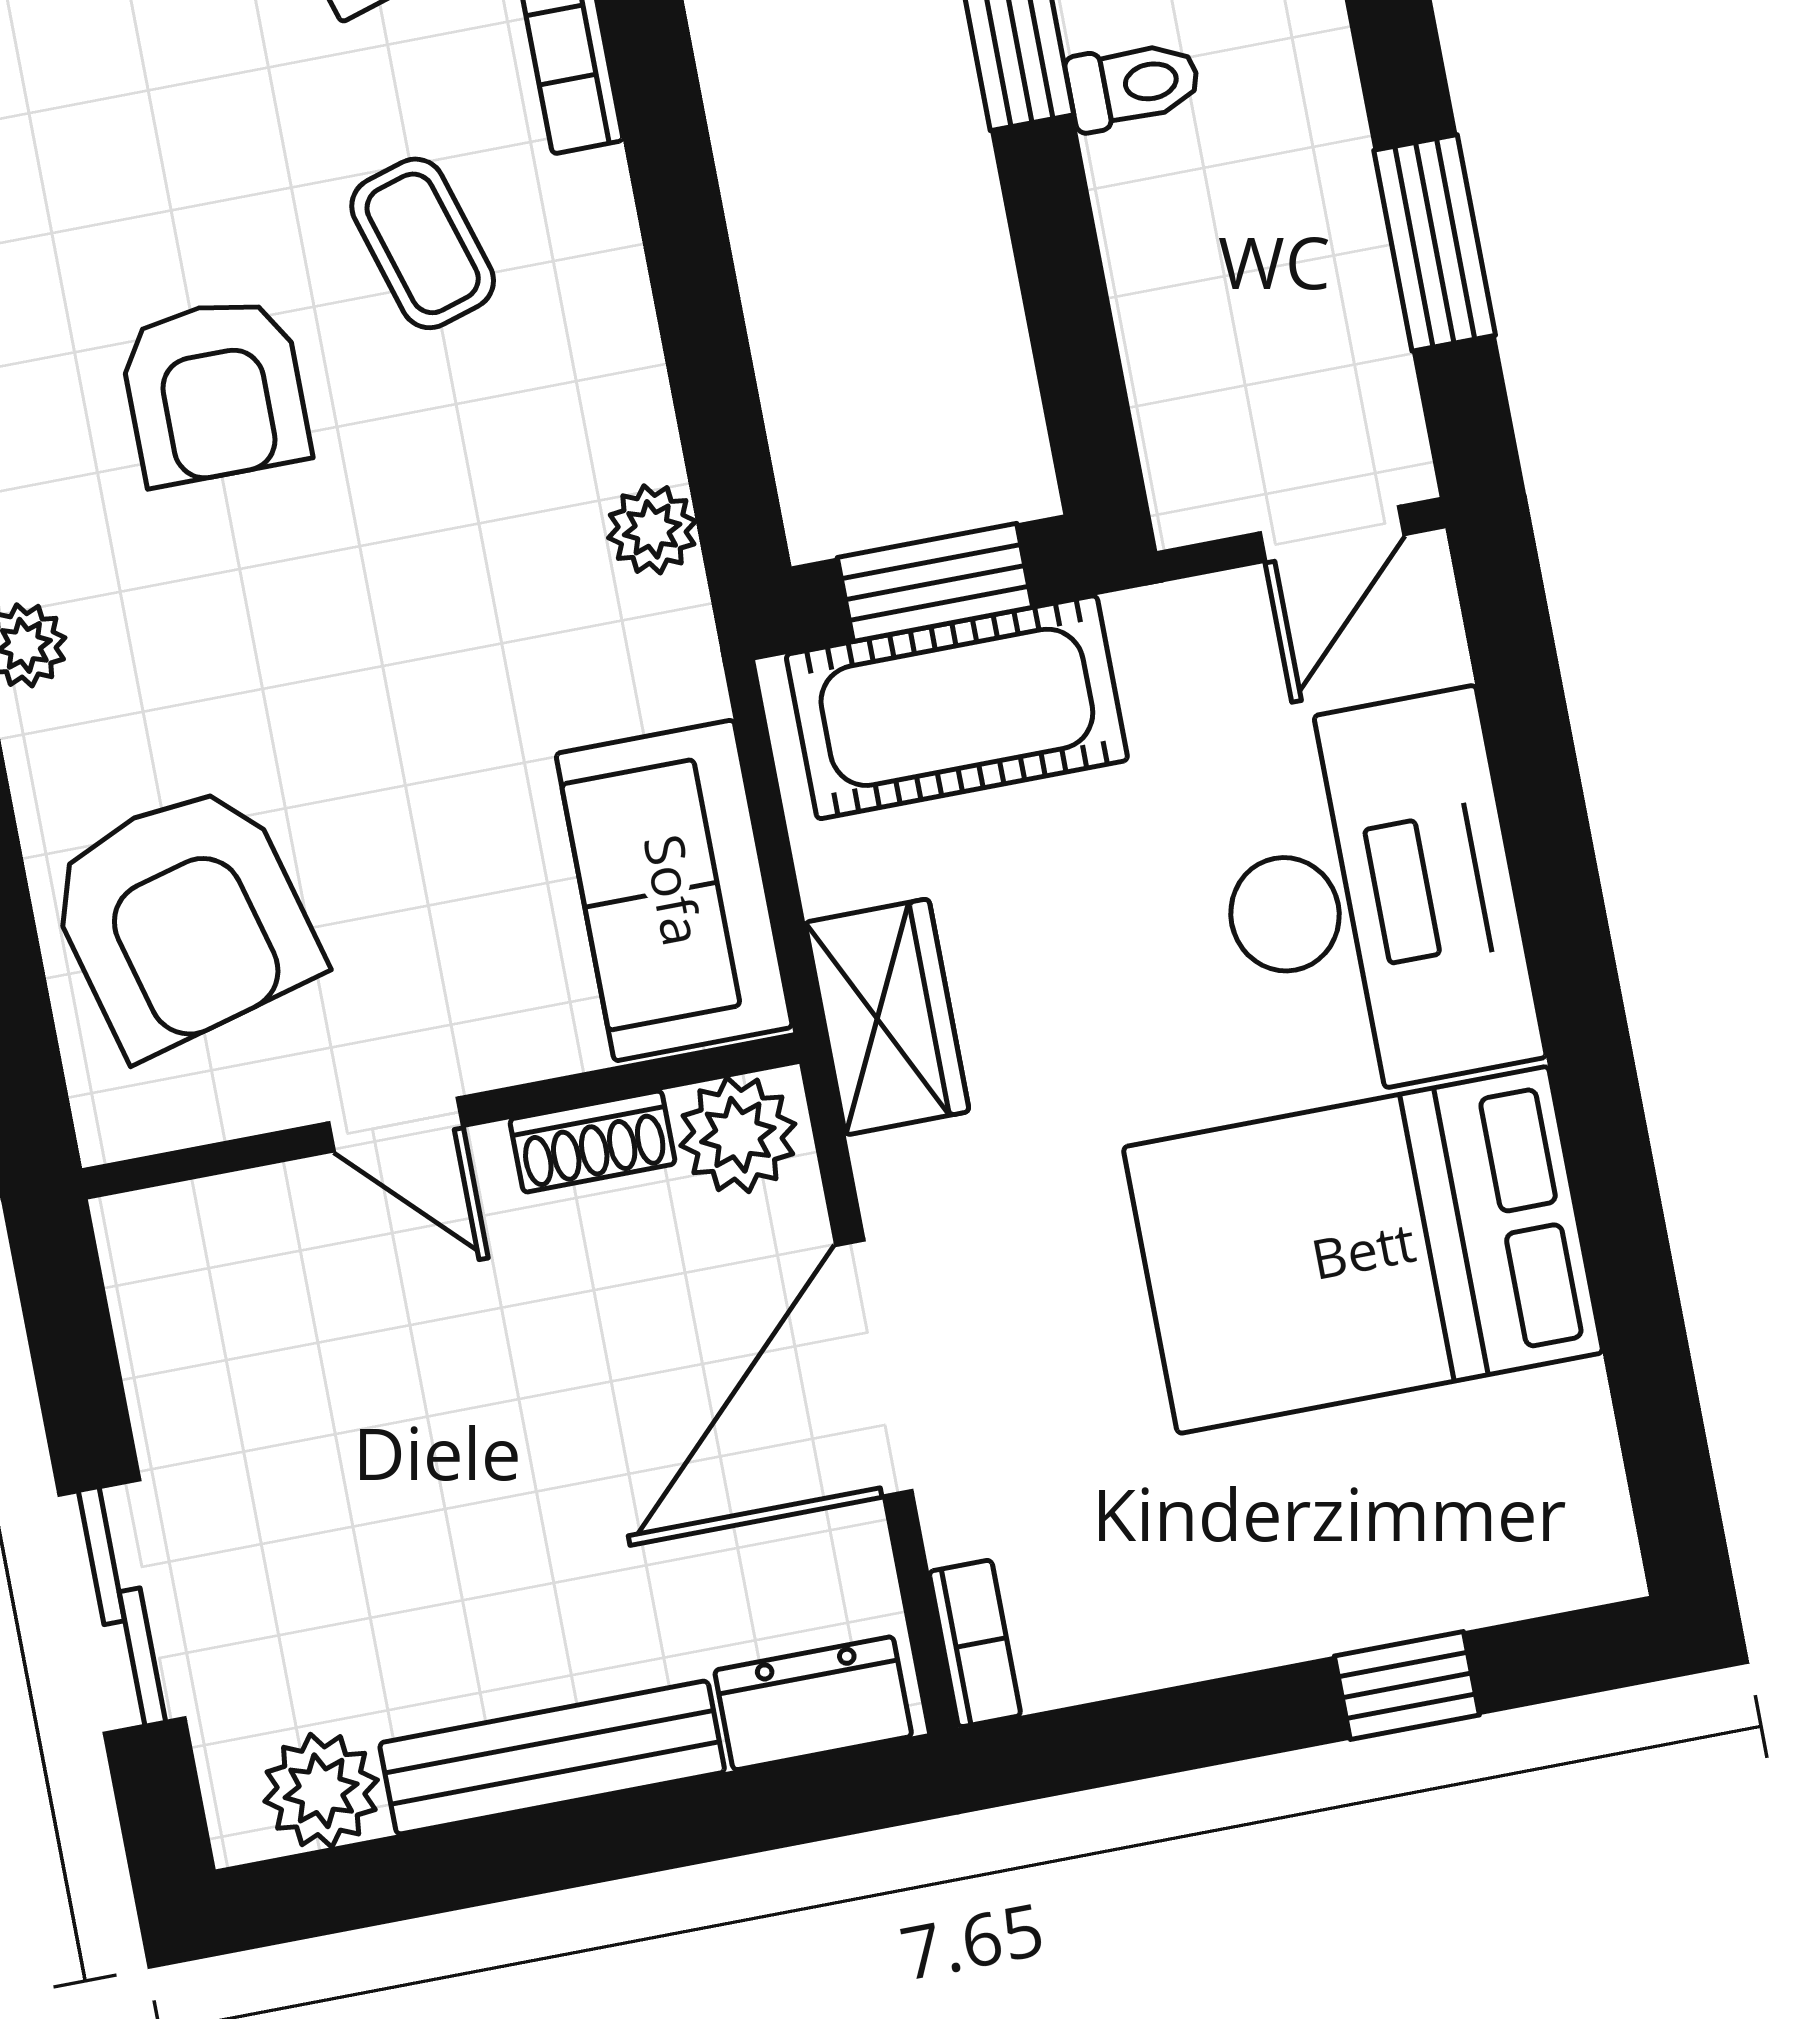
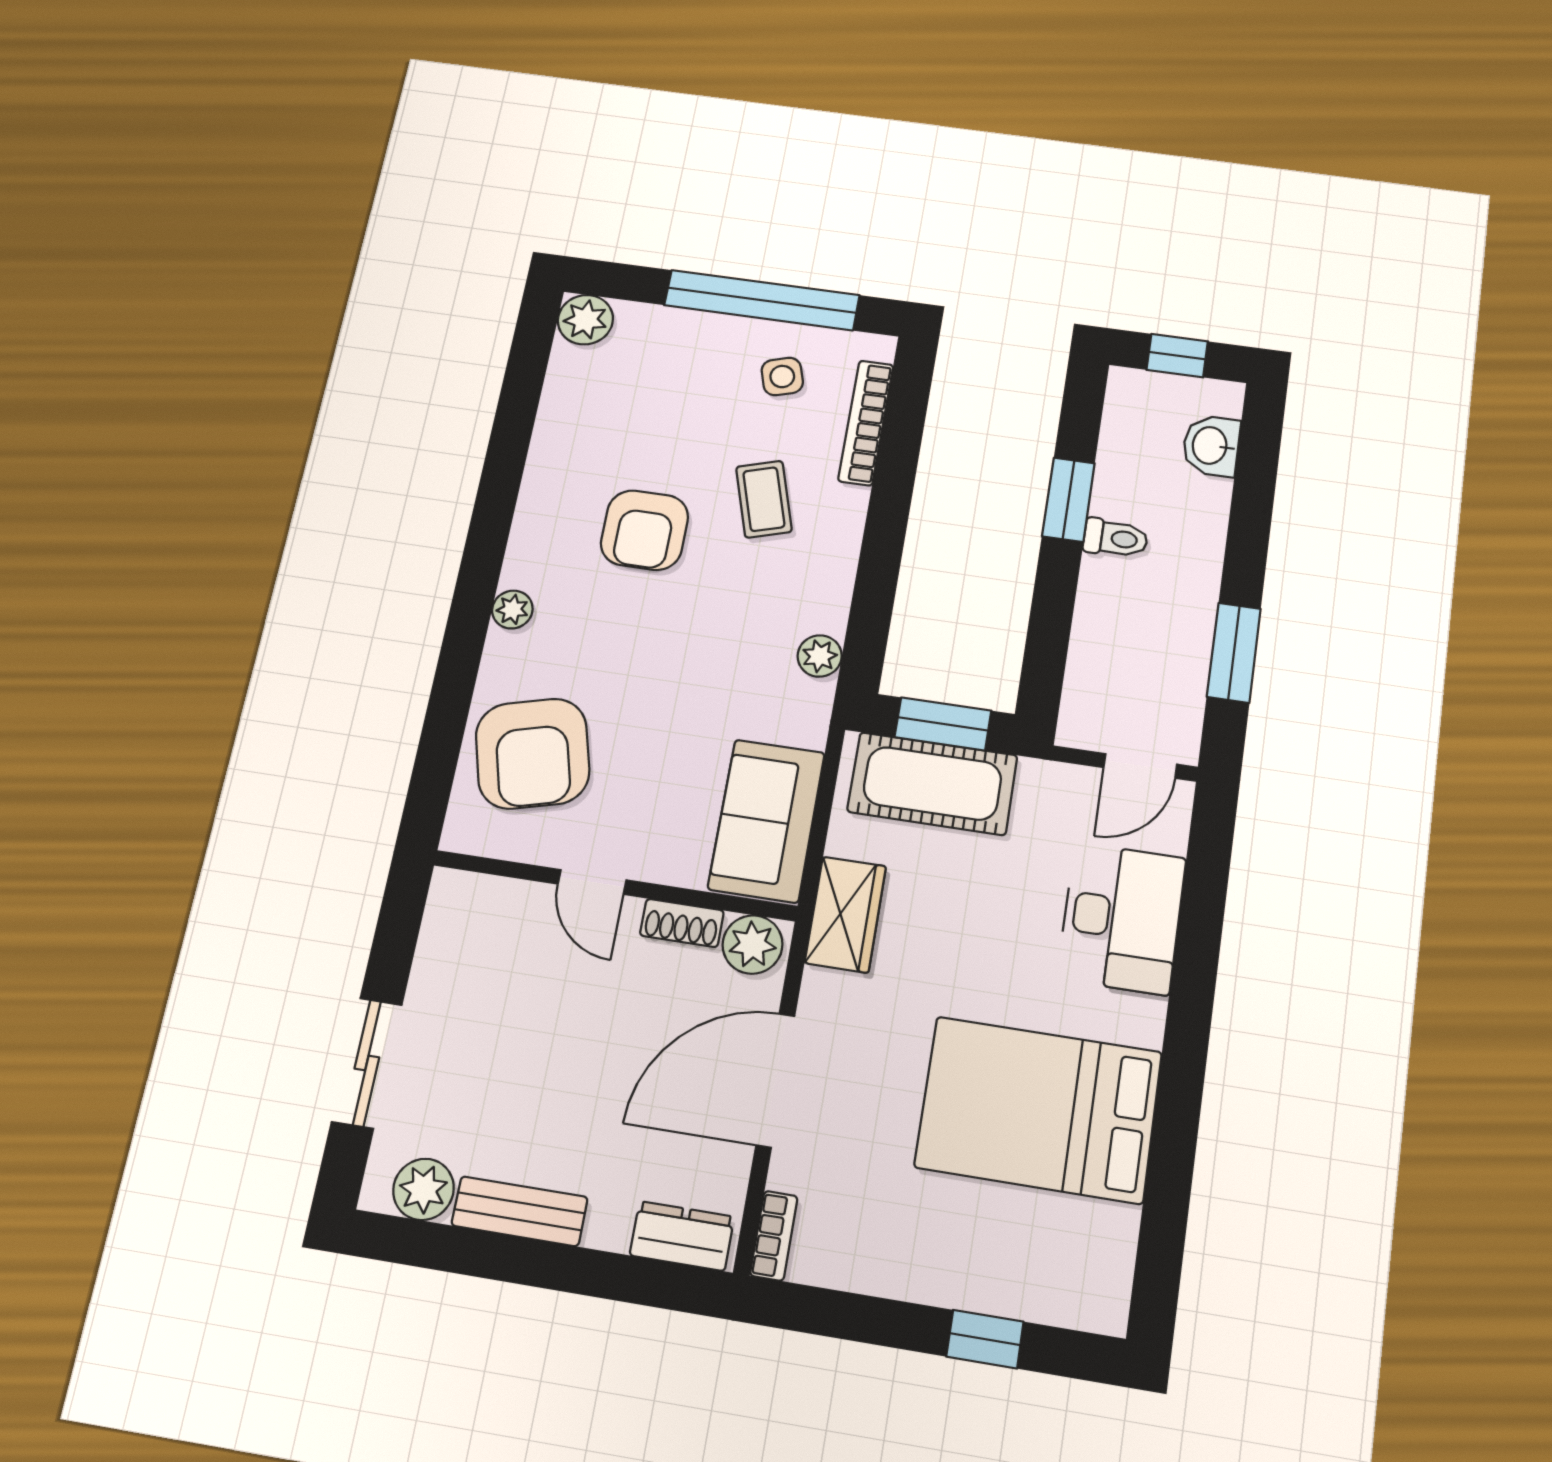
desk: (1372, 898) -> (1122, 918), width x0.73, depth x0.77
bench: (552, 1758) -> (520, 1211), width x0.73

